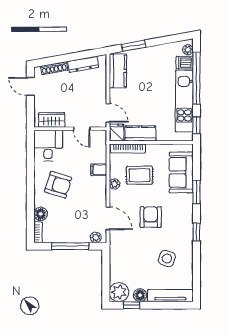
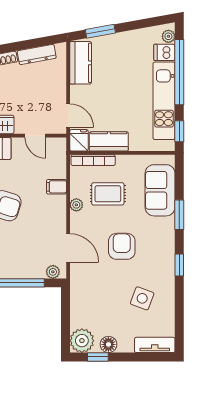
tv unit: (170, 296) -> (155, 345), width x0.71

